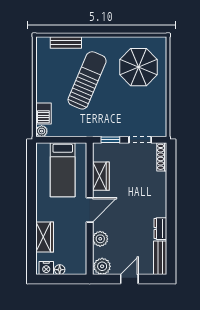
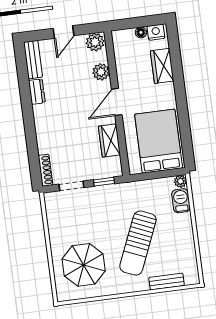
bed: (63, 170) -> (159, 141), width x1.50

